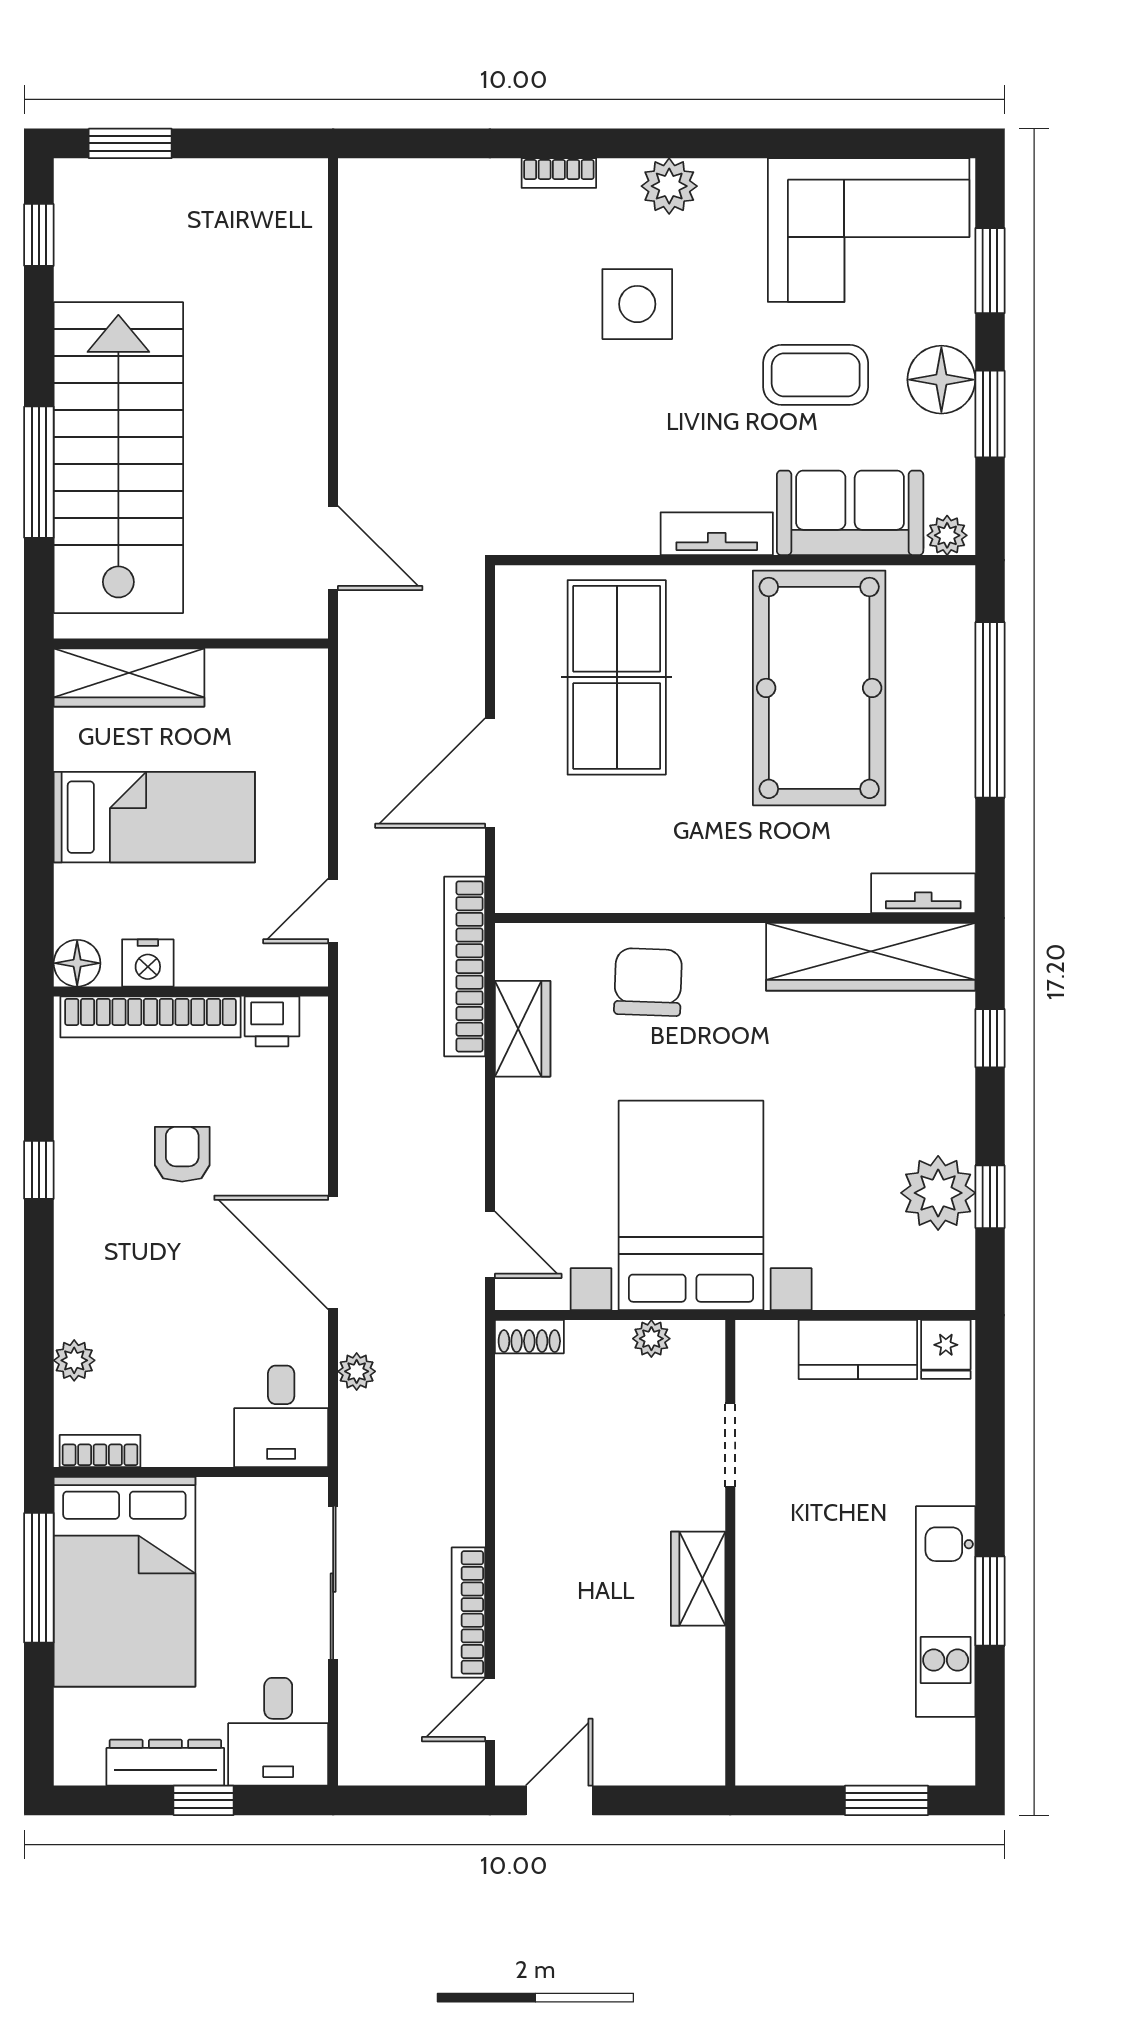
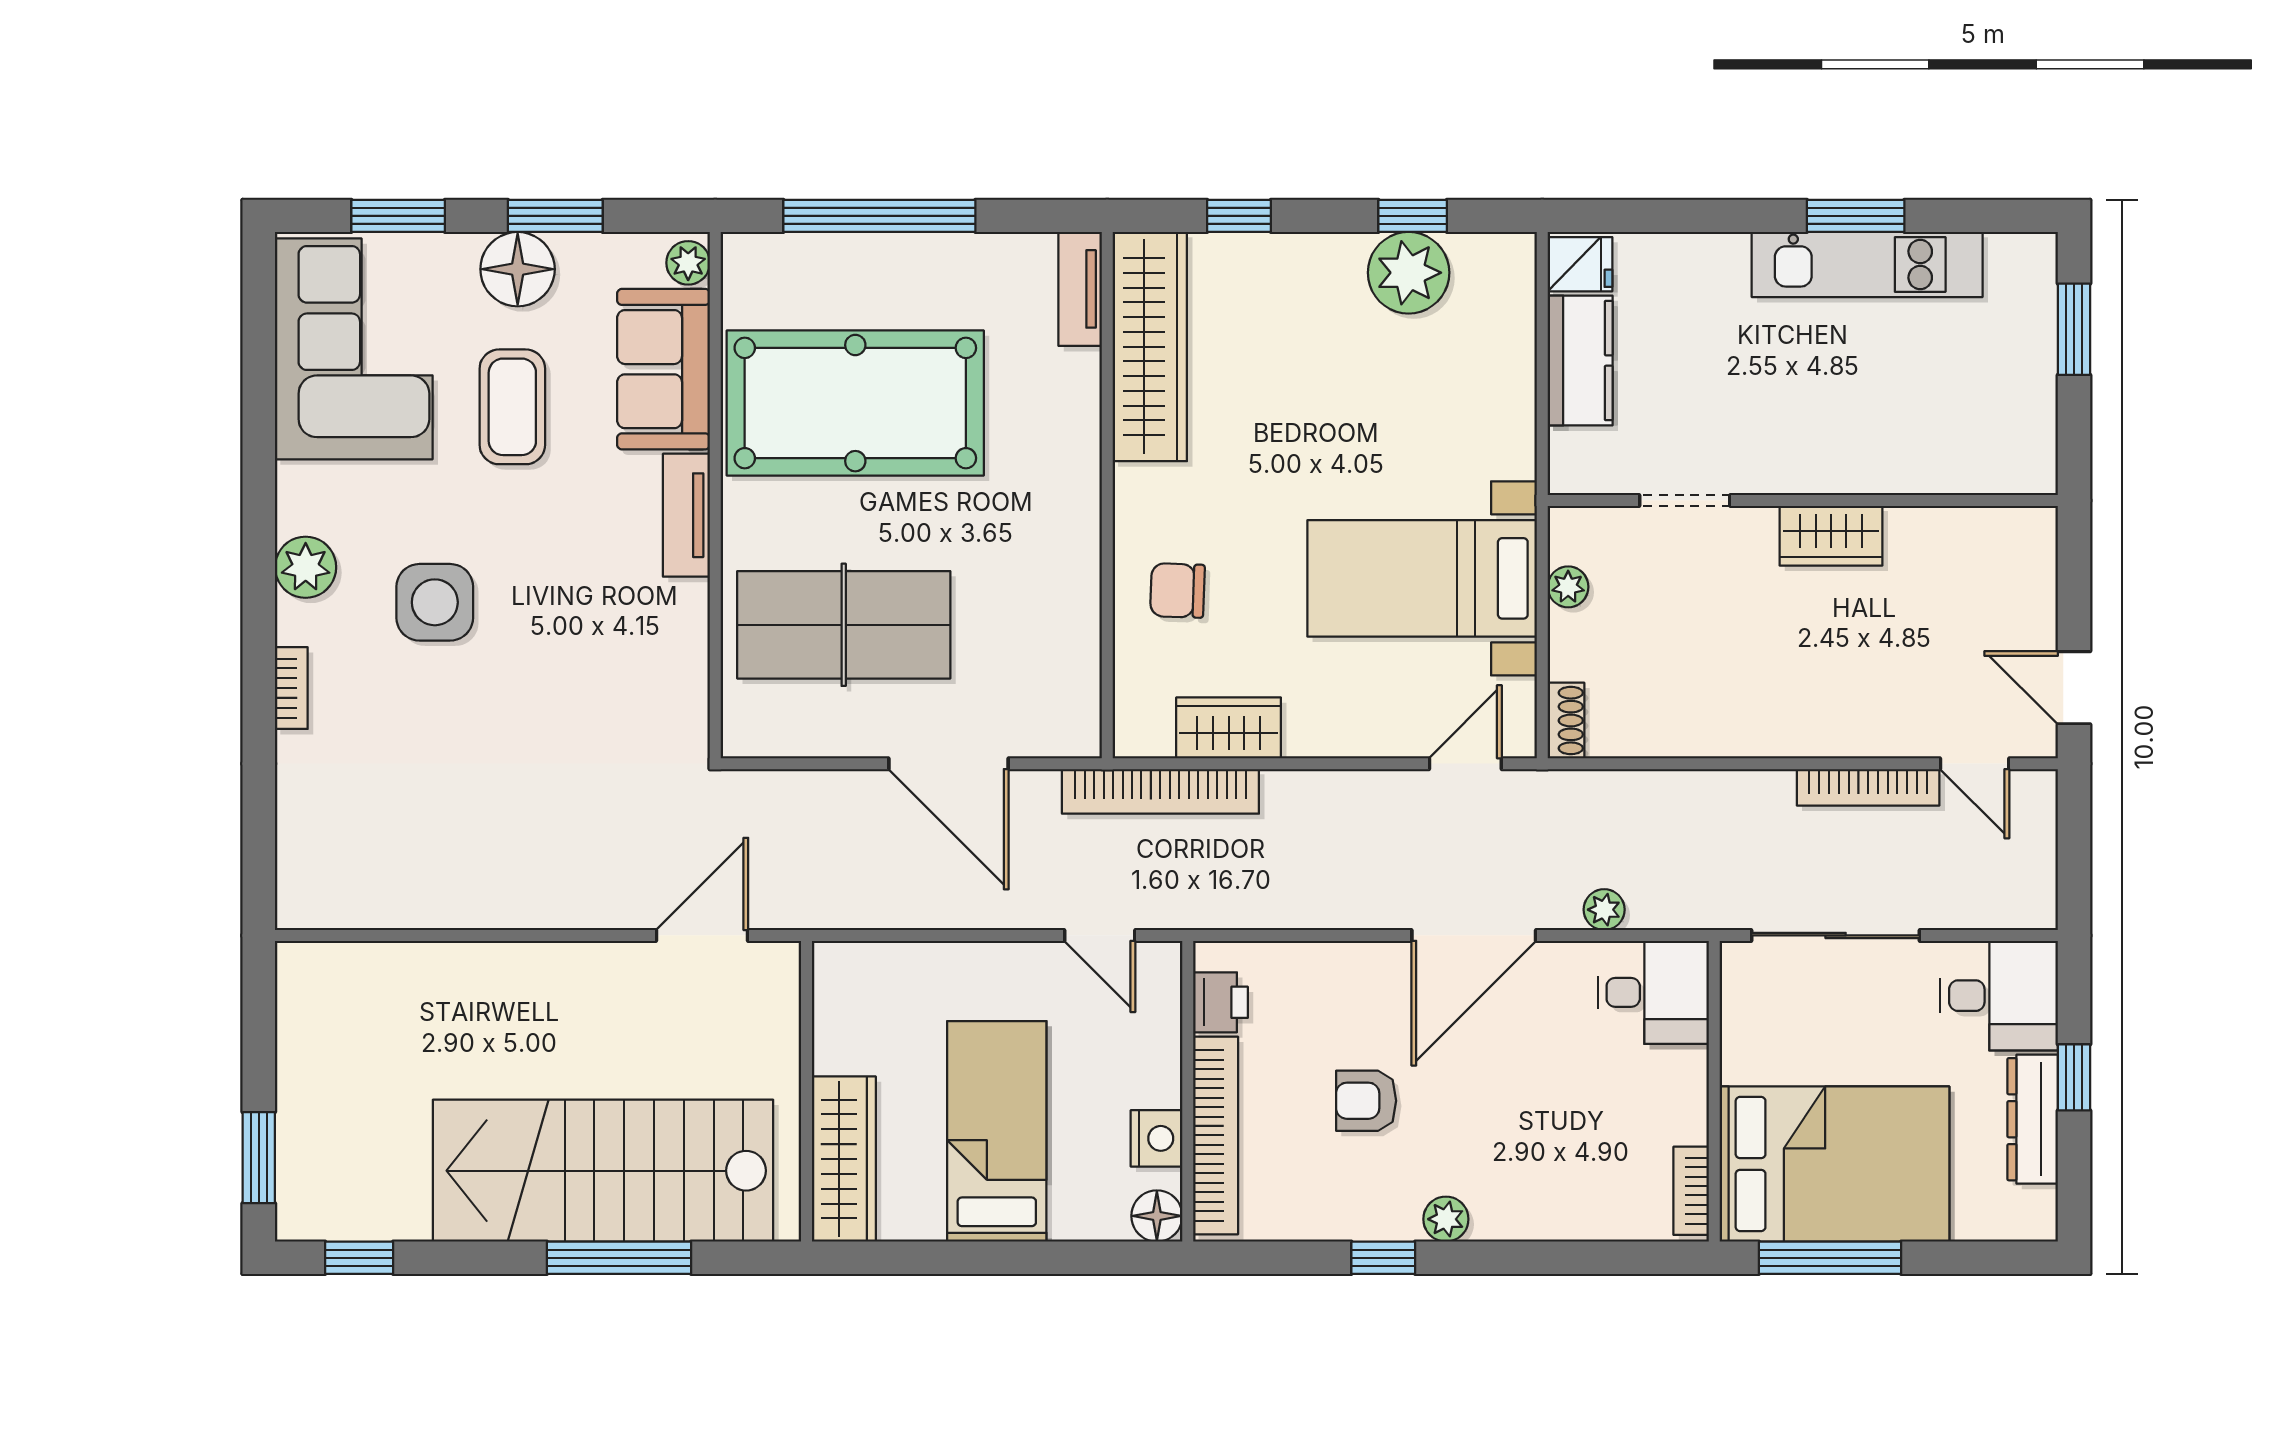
chair: (648, 982) -> (1177, 590), width x0.73, depth x0.73
bed with nightstands: (691, 1205) -> (1422, 578), width x0.73
plant: (74, 1360) -> (1446, 1219), moved

